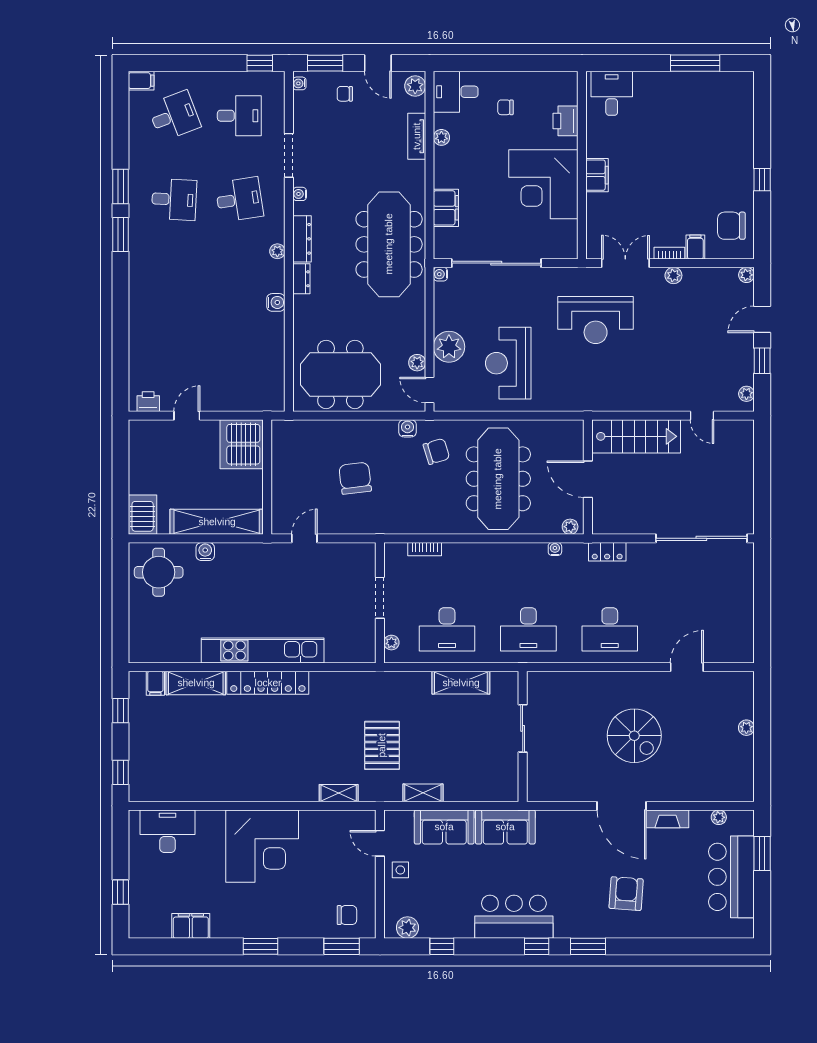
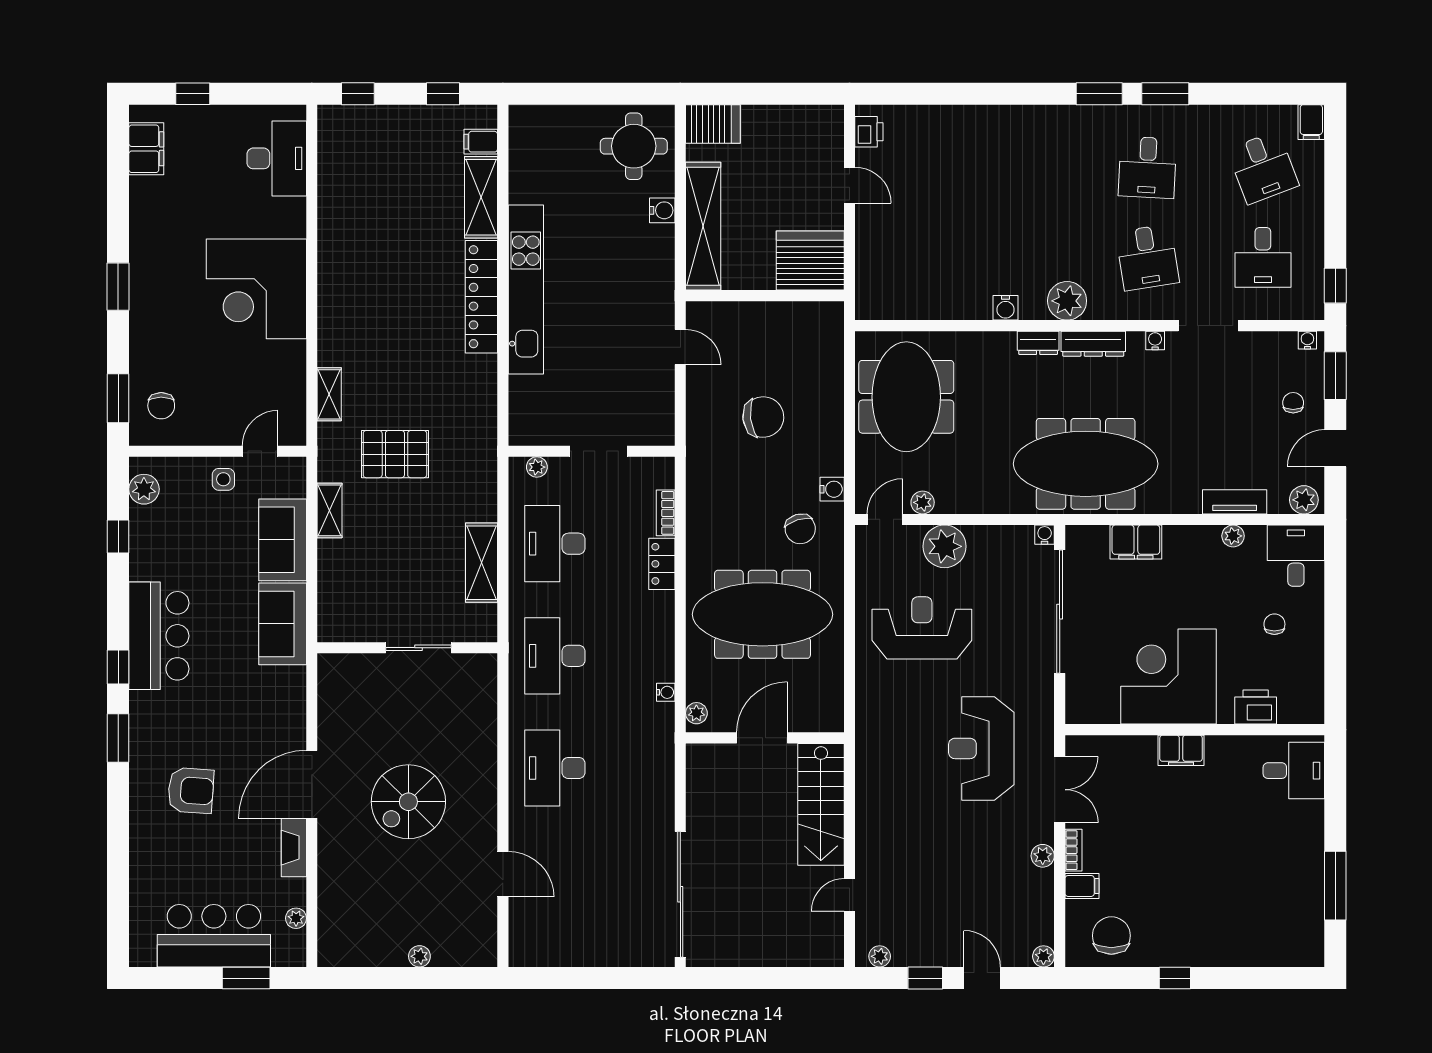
plant: (277, 251) -> (1067, 301), width x1.87, depth x1.87
locker: (607, 552) -> (662, 564), moved
filing cabinet: (191, 926) -> (146, 149), moved

